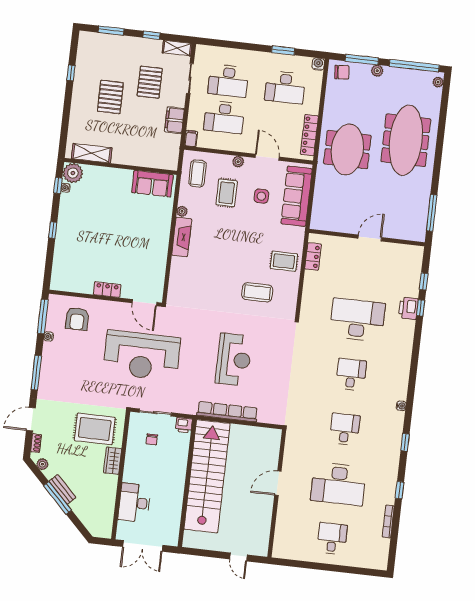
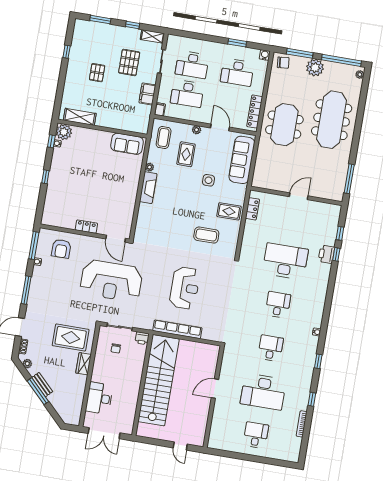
plant: (377, 71) -> (315, 68), width x1.87, depth x1.87
pallet: (110, 97) -> (97, 73), width x0.67, depth x0.71
side table: (261, 196) -> (208, 180), moved

